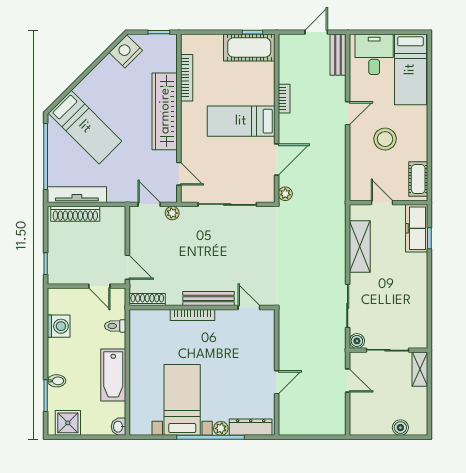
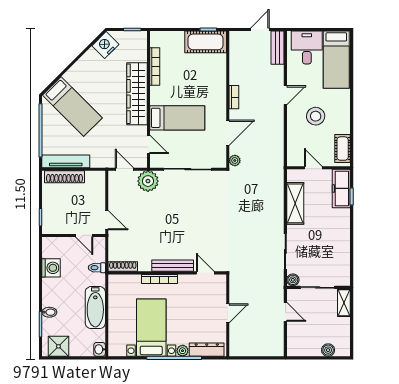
bookcase: (284, 99) -> (234, 97), moved
bed: (241, 121) -> (177, 118), moved, turned 180
plant: (172, 213) -> (148, 181), width x1.88, depth x1.88
bench: (209, 299) -> (173, 266), moved
shoe rack: (147, 300) -> (123, 267), moved
wall: (202, 308) -> (167, 273), moved
door: (249, 308) -> (205, 273), moved
bookcase: (192, 315) -> (160, 279), moved

